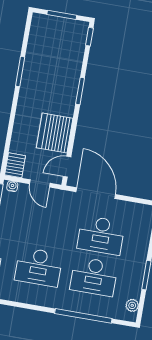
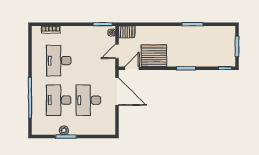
door: (67, 167) -> (132, 68), hinge flipped
door: (96, 193) -> (117, 91), hinge flipped
plant: (132, 305) -> (64, 130), moved

